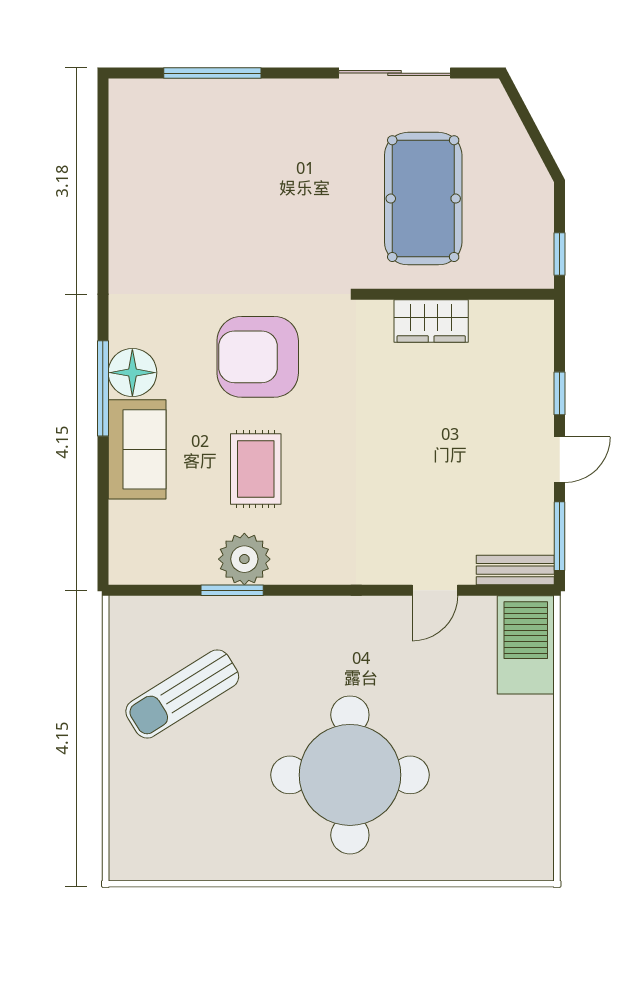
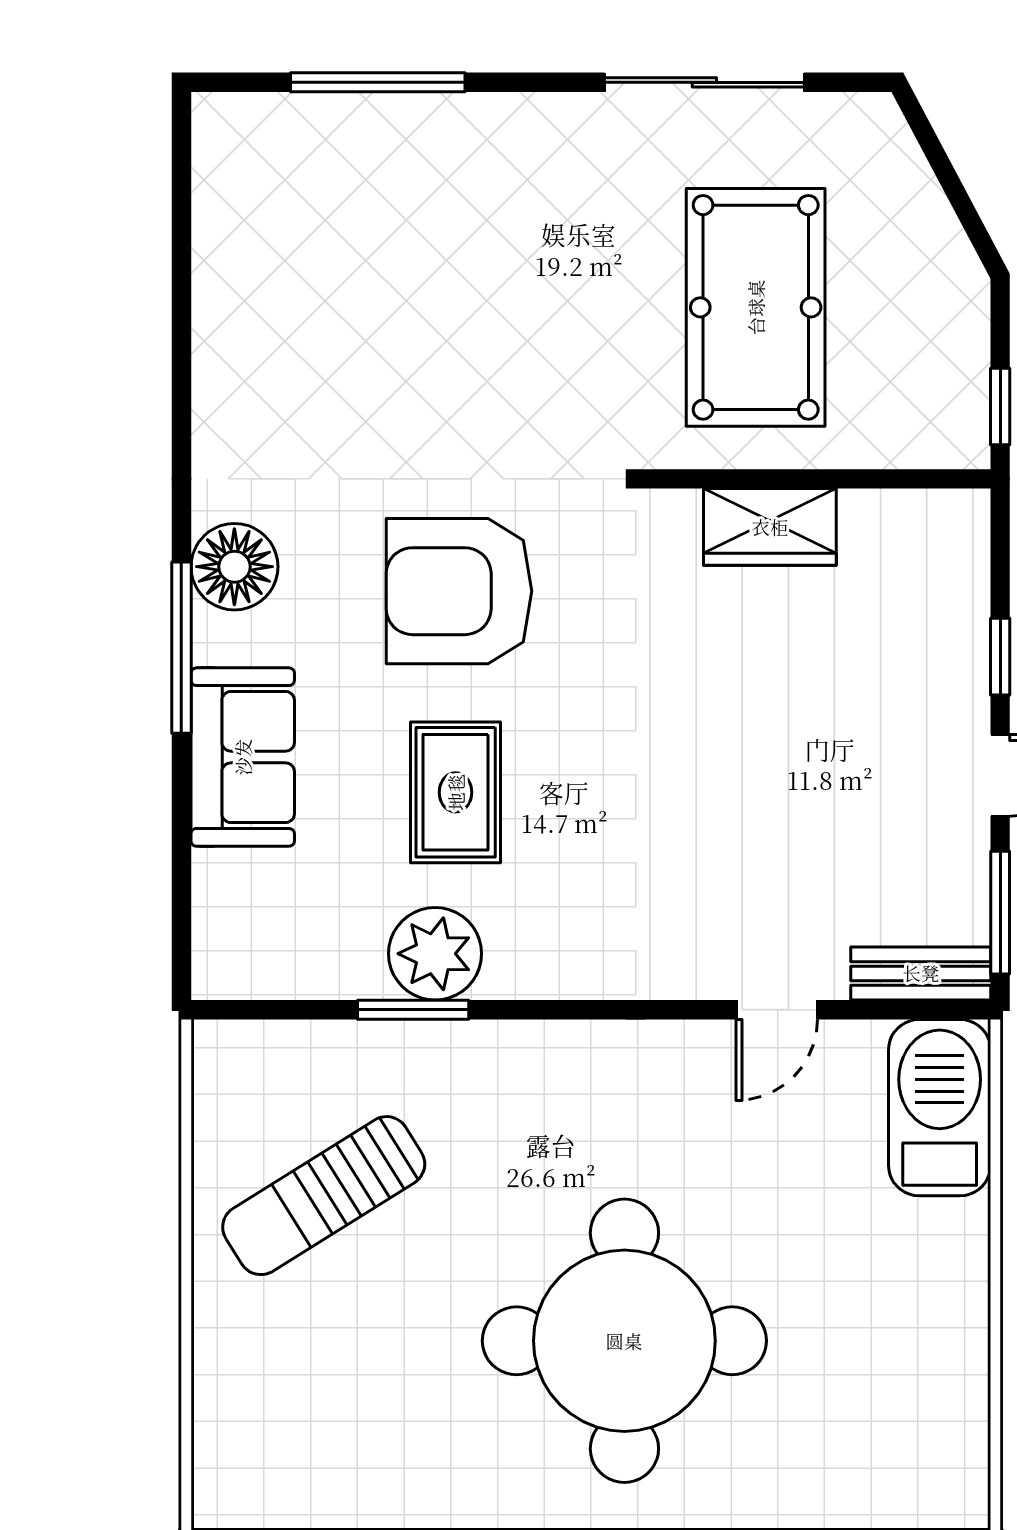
floor lamp: (132, 373) -> (234, 567), moved

